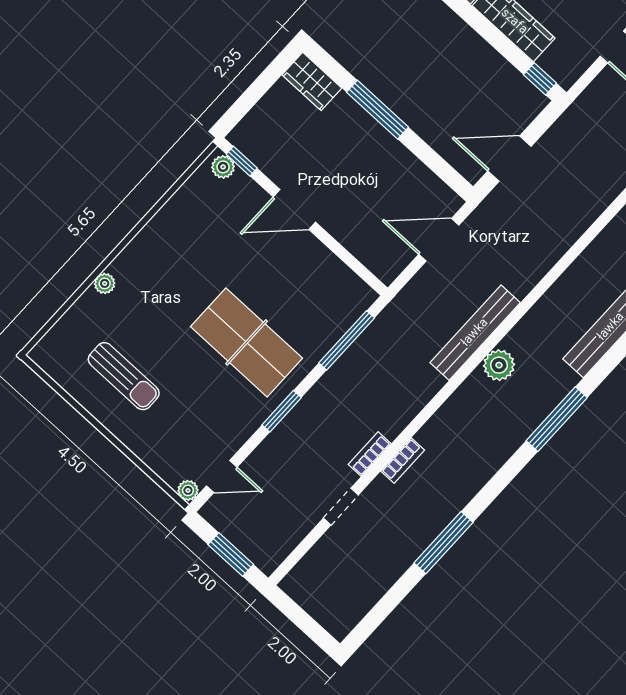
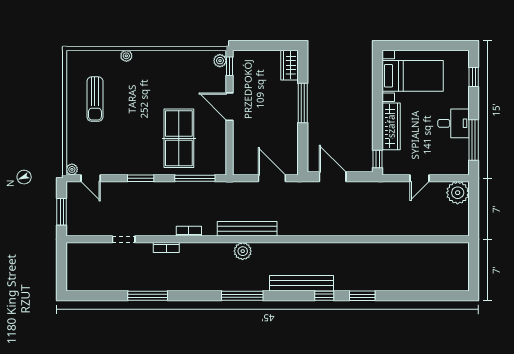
table tennis table: (247, 342) -> (179, 138), moved
bookcase: (370, 454) -> (189, 231), moved

